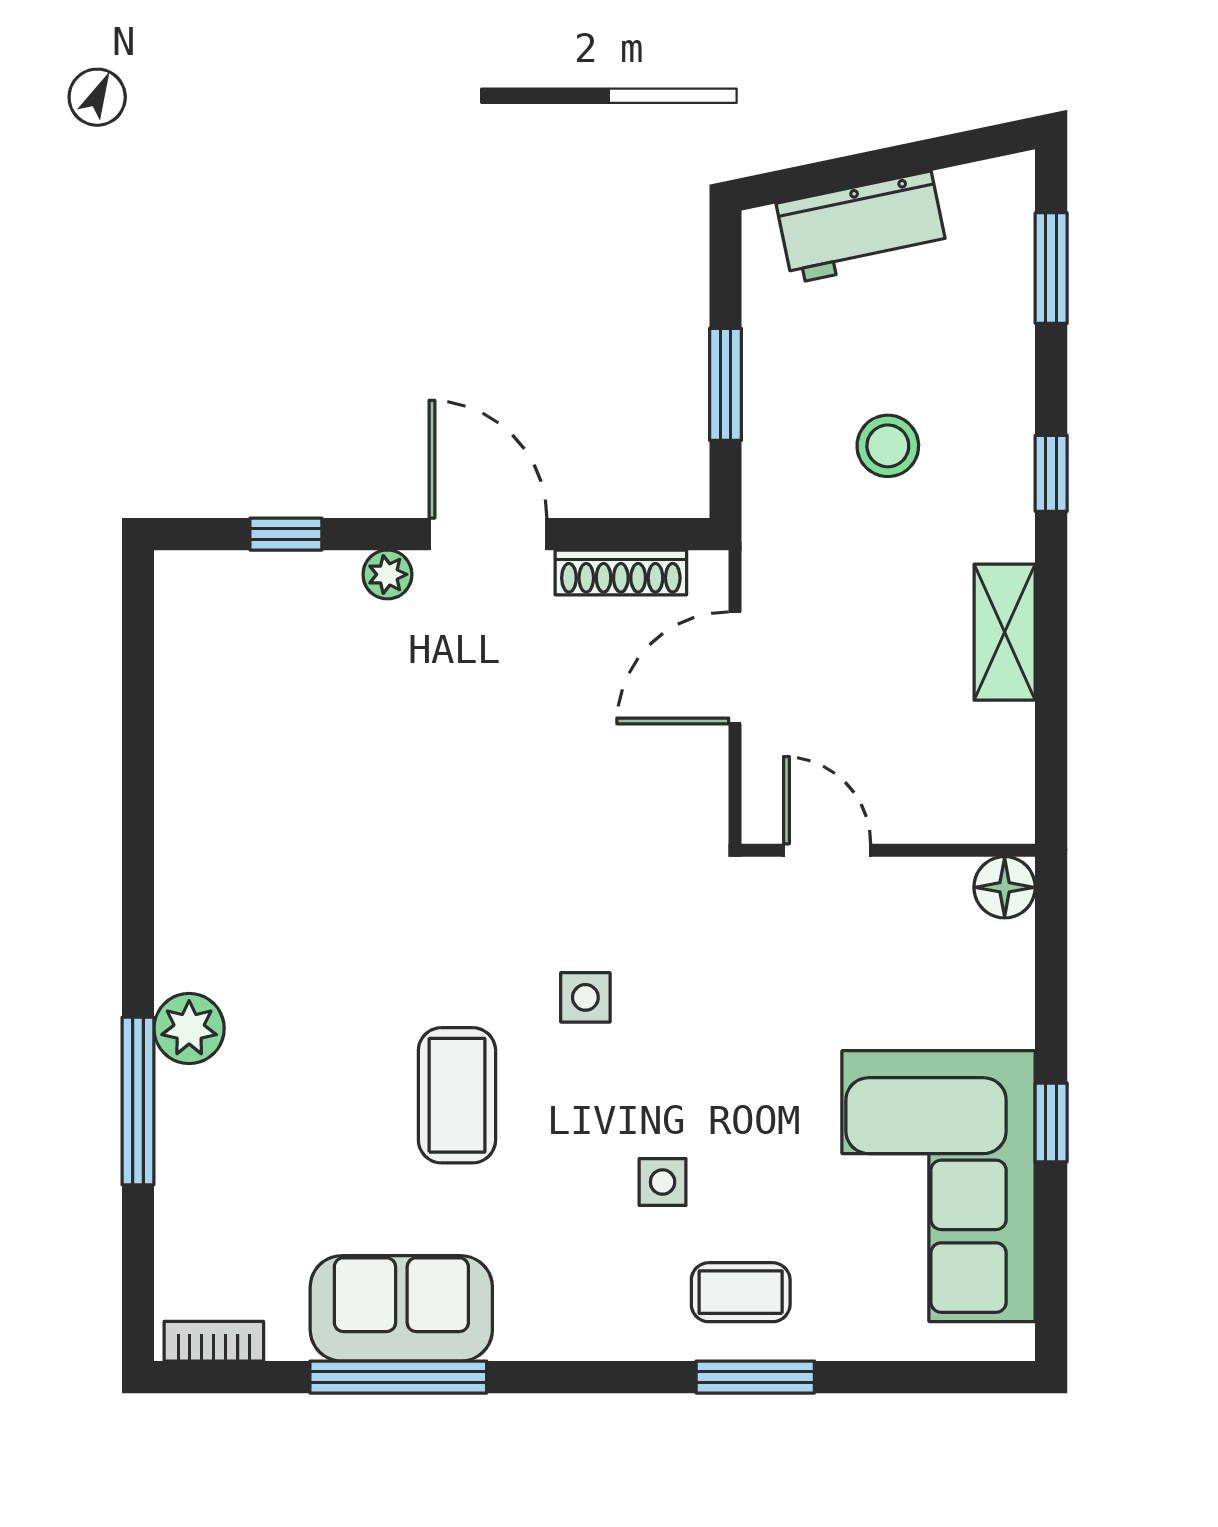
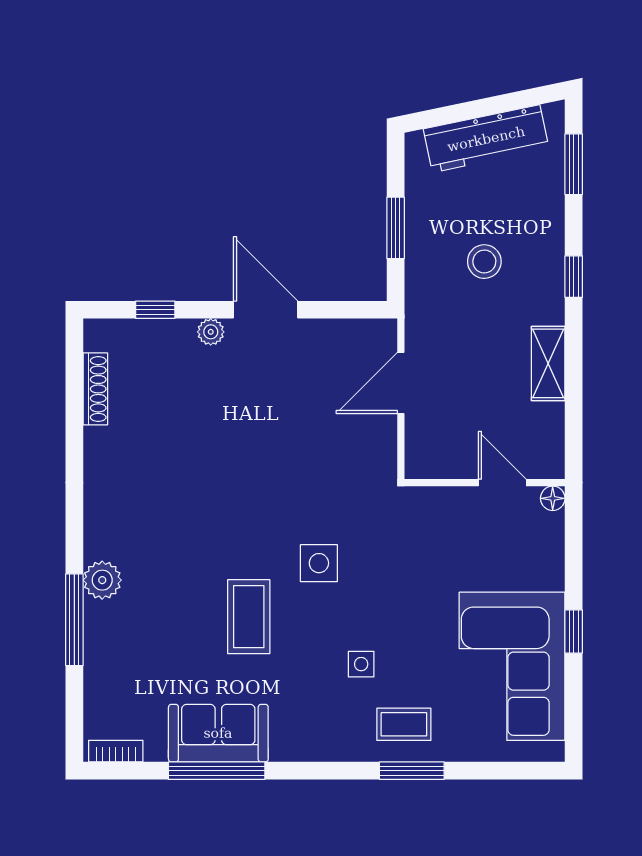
workbench: (862, 227) -> (486, 139), width x1.37
shoe rack: (621, 572) -> (95, 389), moved, turned -90
door: (827, 850) -> (502, 483), moved
floor lamp: (1005, 887) -> (553, 498), width x0.73, depth x0.73
side table: (585, 997) -> (319, 563), width x1.37, depth x1.37

